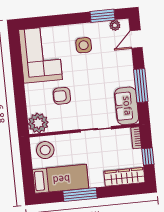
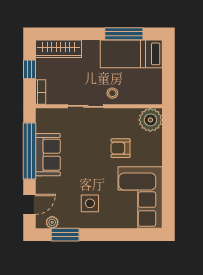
window: (141, 86) -> (30, 151), width x1.46
armchair: (62, 96) -> (120, 148), turned 180
sofa: (127, 106) -> (48, 155), moved
stool: (45, 150) -> (112, 93), moved, width x0.53, depth x0.53
window: (80, 195) -> (124, 34), moved

